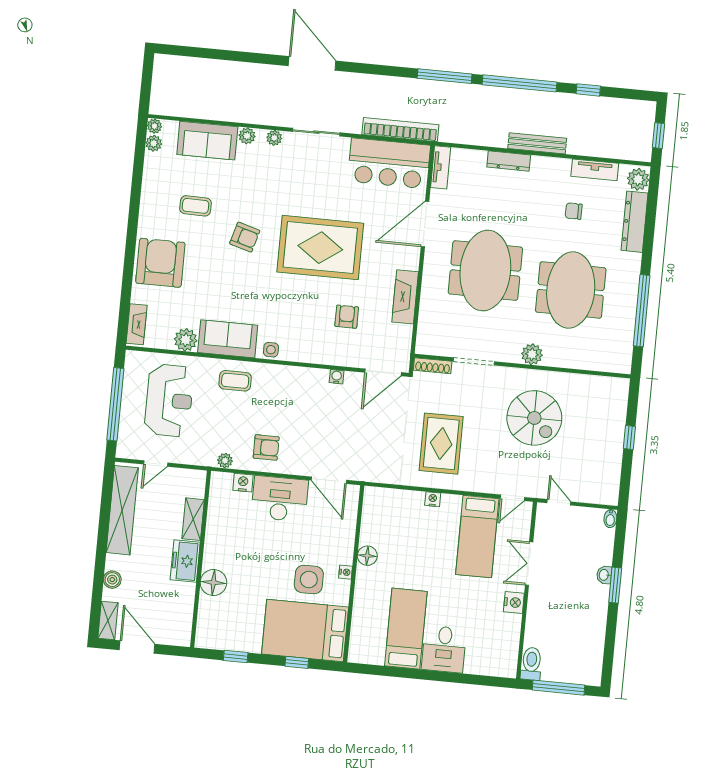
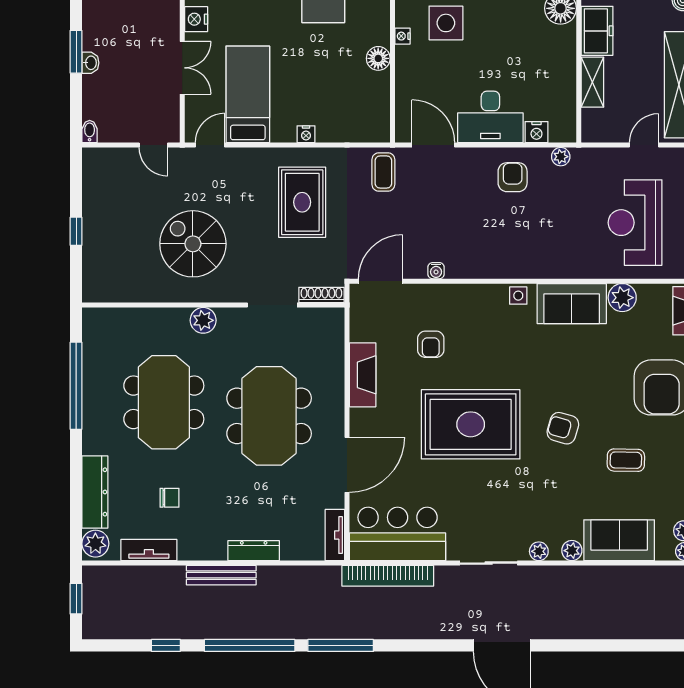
coffee table: (235, 381) -> (383, 172), moved, turned 90
armchair: (266, 447) -> (513, 177), turned 90

